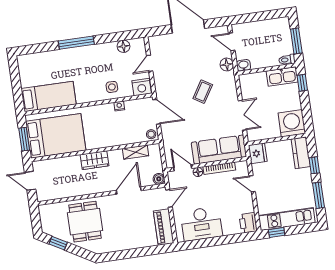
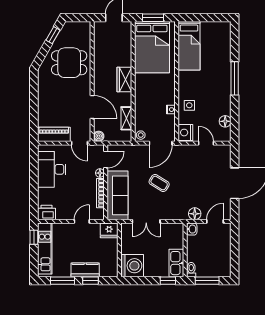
coffee table: (203, 92) -> (159, 183), moved
kitchen counter: (301, 153) -> (85, 270), moved

